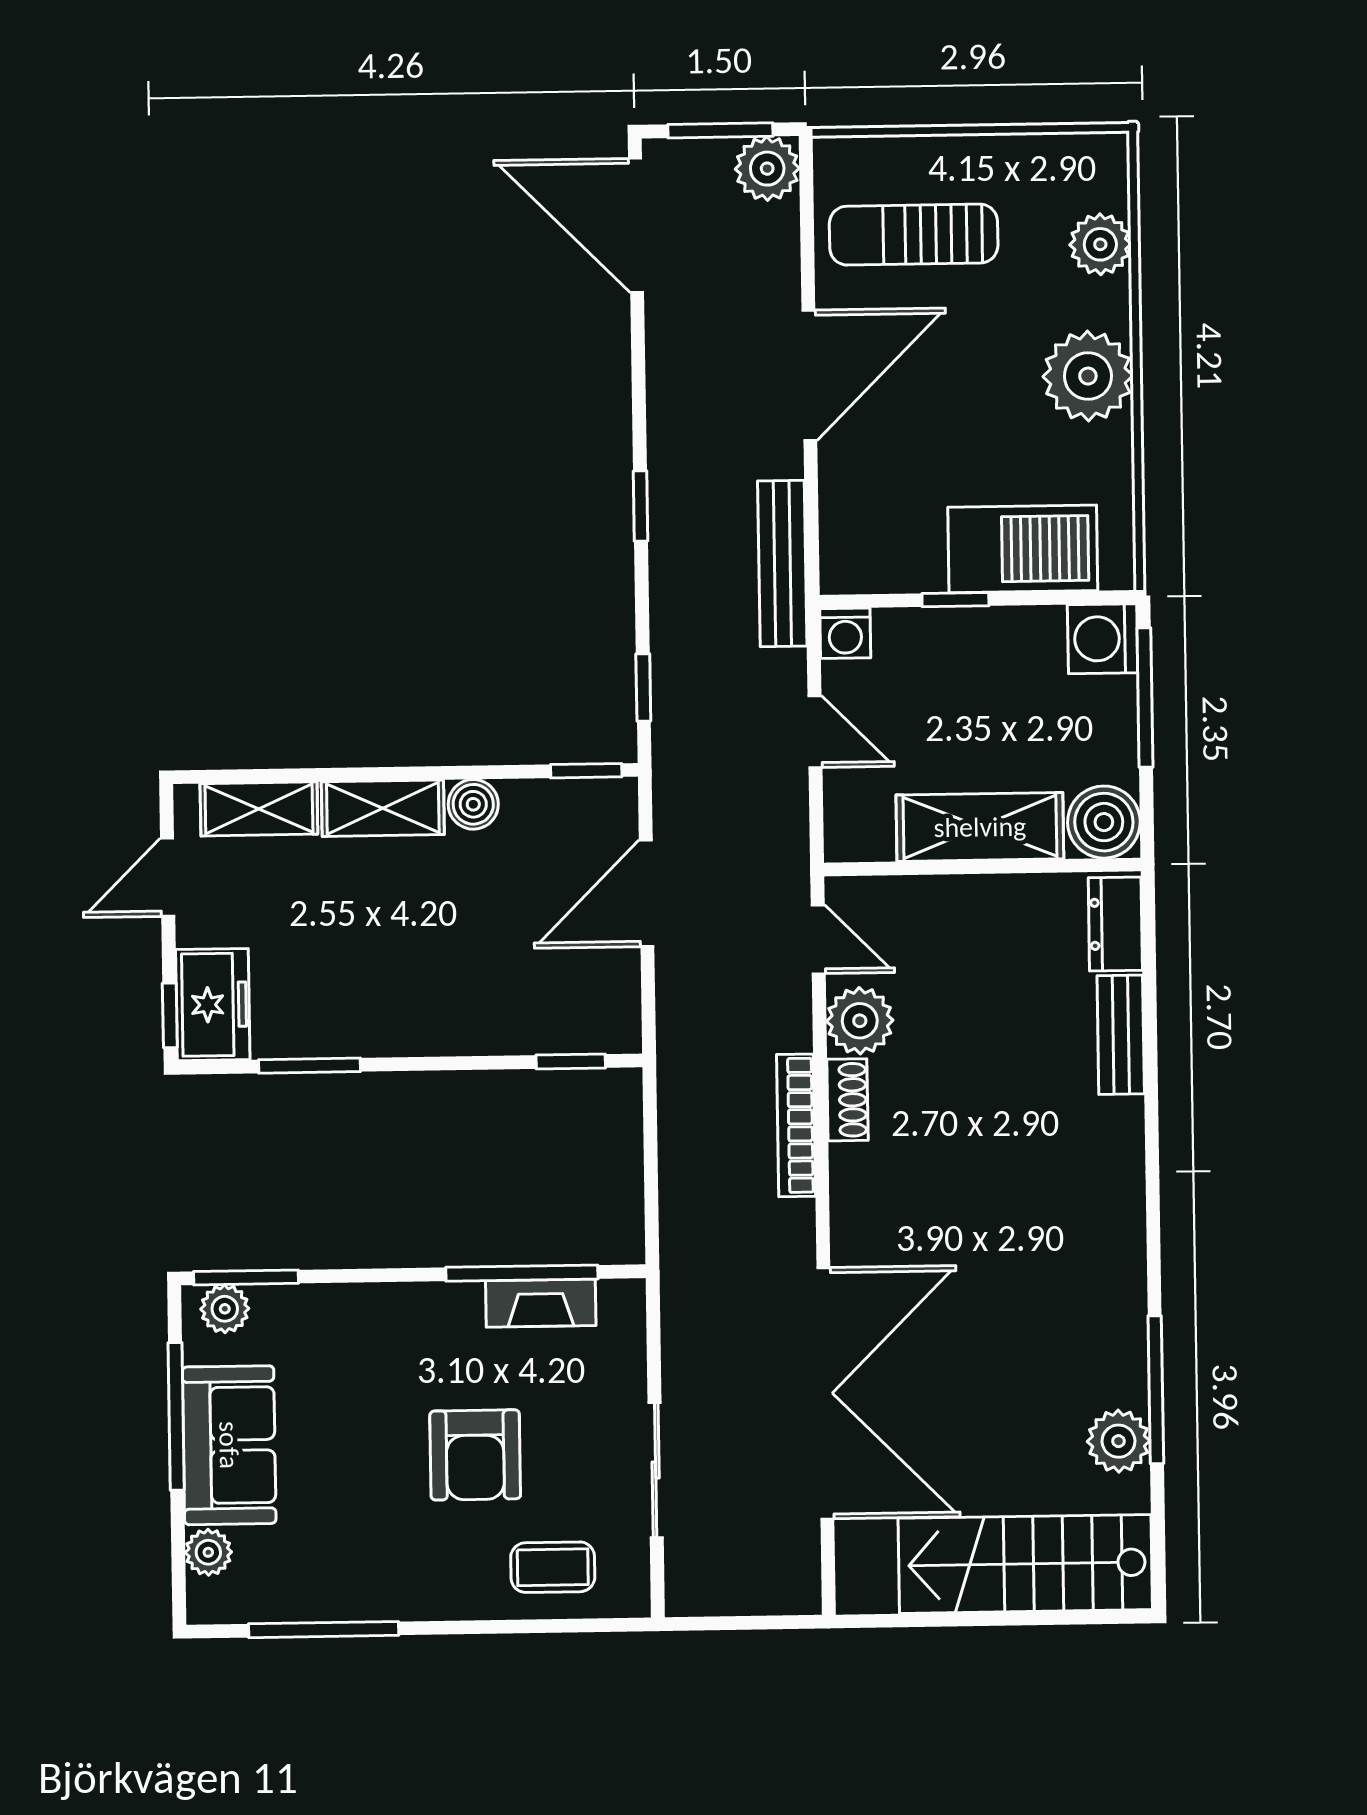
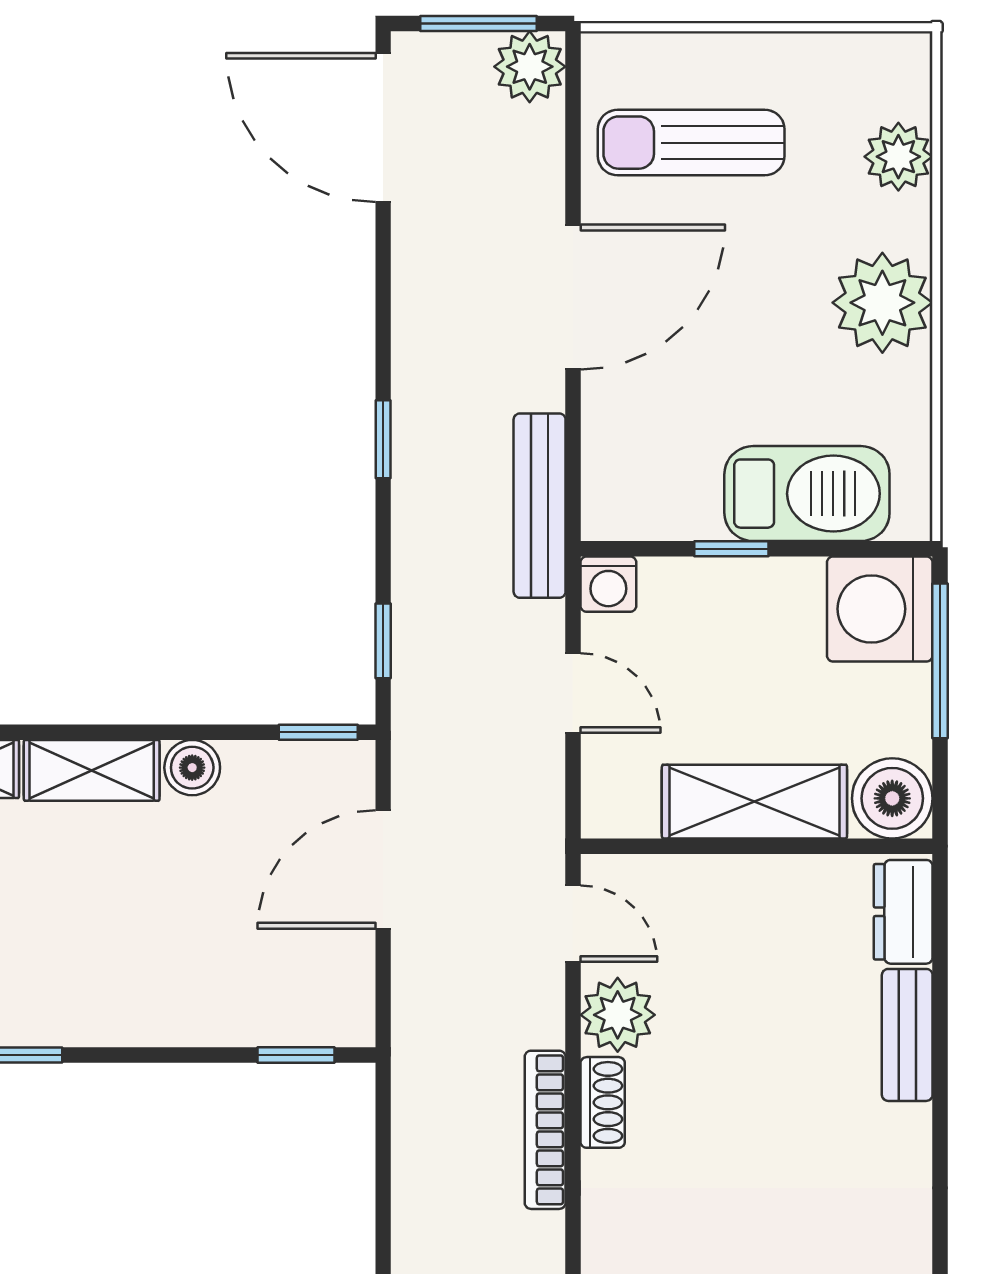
washing machine: (1103, 639) -> (880, 609), width x1.37, depth x1.37

